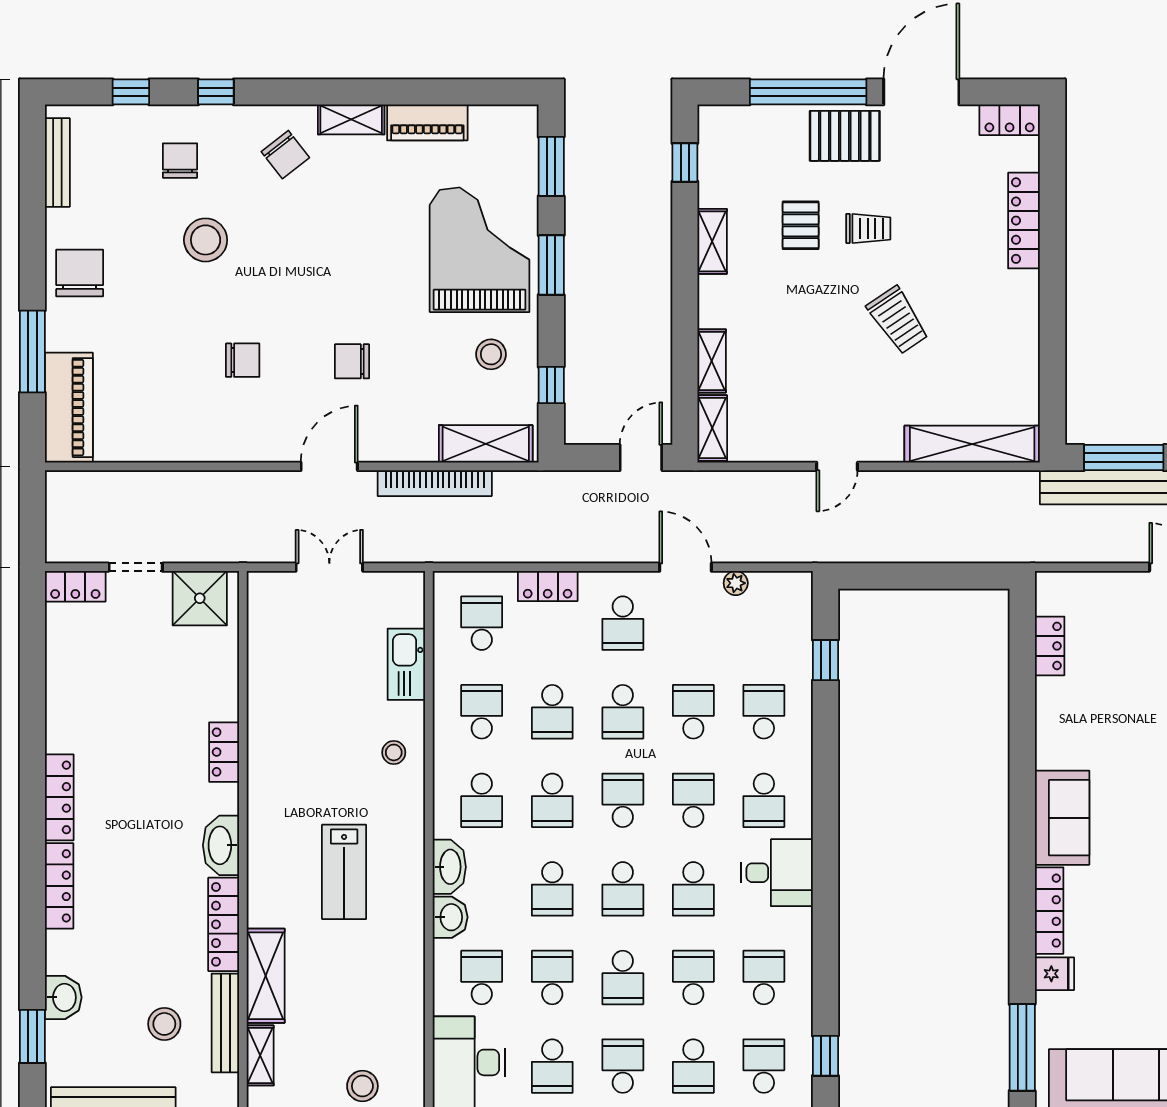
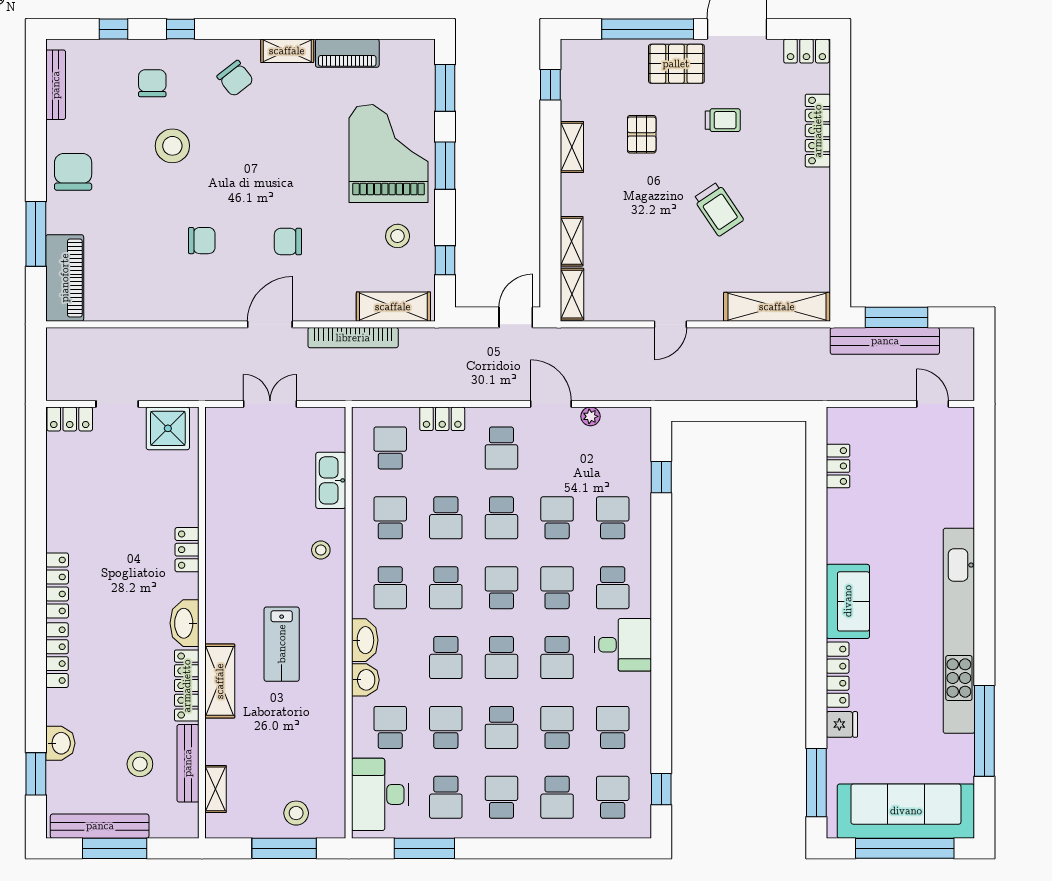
trolley: (868, 228) -> (723, 120), moved
shelving: (266, 976) -> (220, 681), moved

